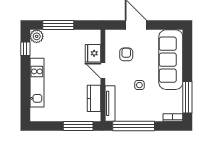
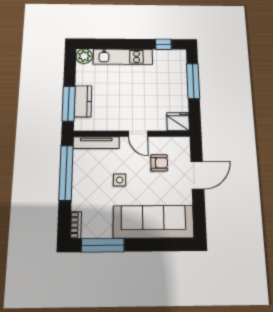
plant: (37, 36) -> (84, 56), moved
fridge: (93, 53) -> (178, 122), moved
door: (103, 71) -> (138, 134), swing flipped
kitchen counter: (94, 98) -> (83, 101), moved, turned 90

